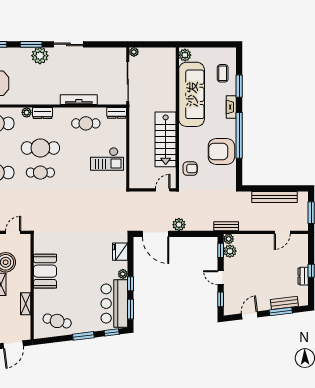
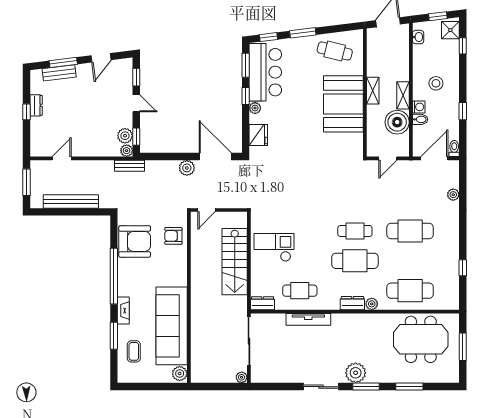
stairs: (166, 139) -> (235, 262), moved, turned 180
armchair: (221, 151) -> (135, 241), moved
booth: (45, 271) -> (343, 104), width x1.36, depth x1.42
shelving: (26, 304) -> (373, 91), moved

